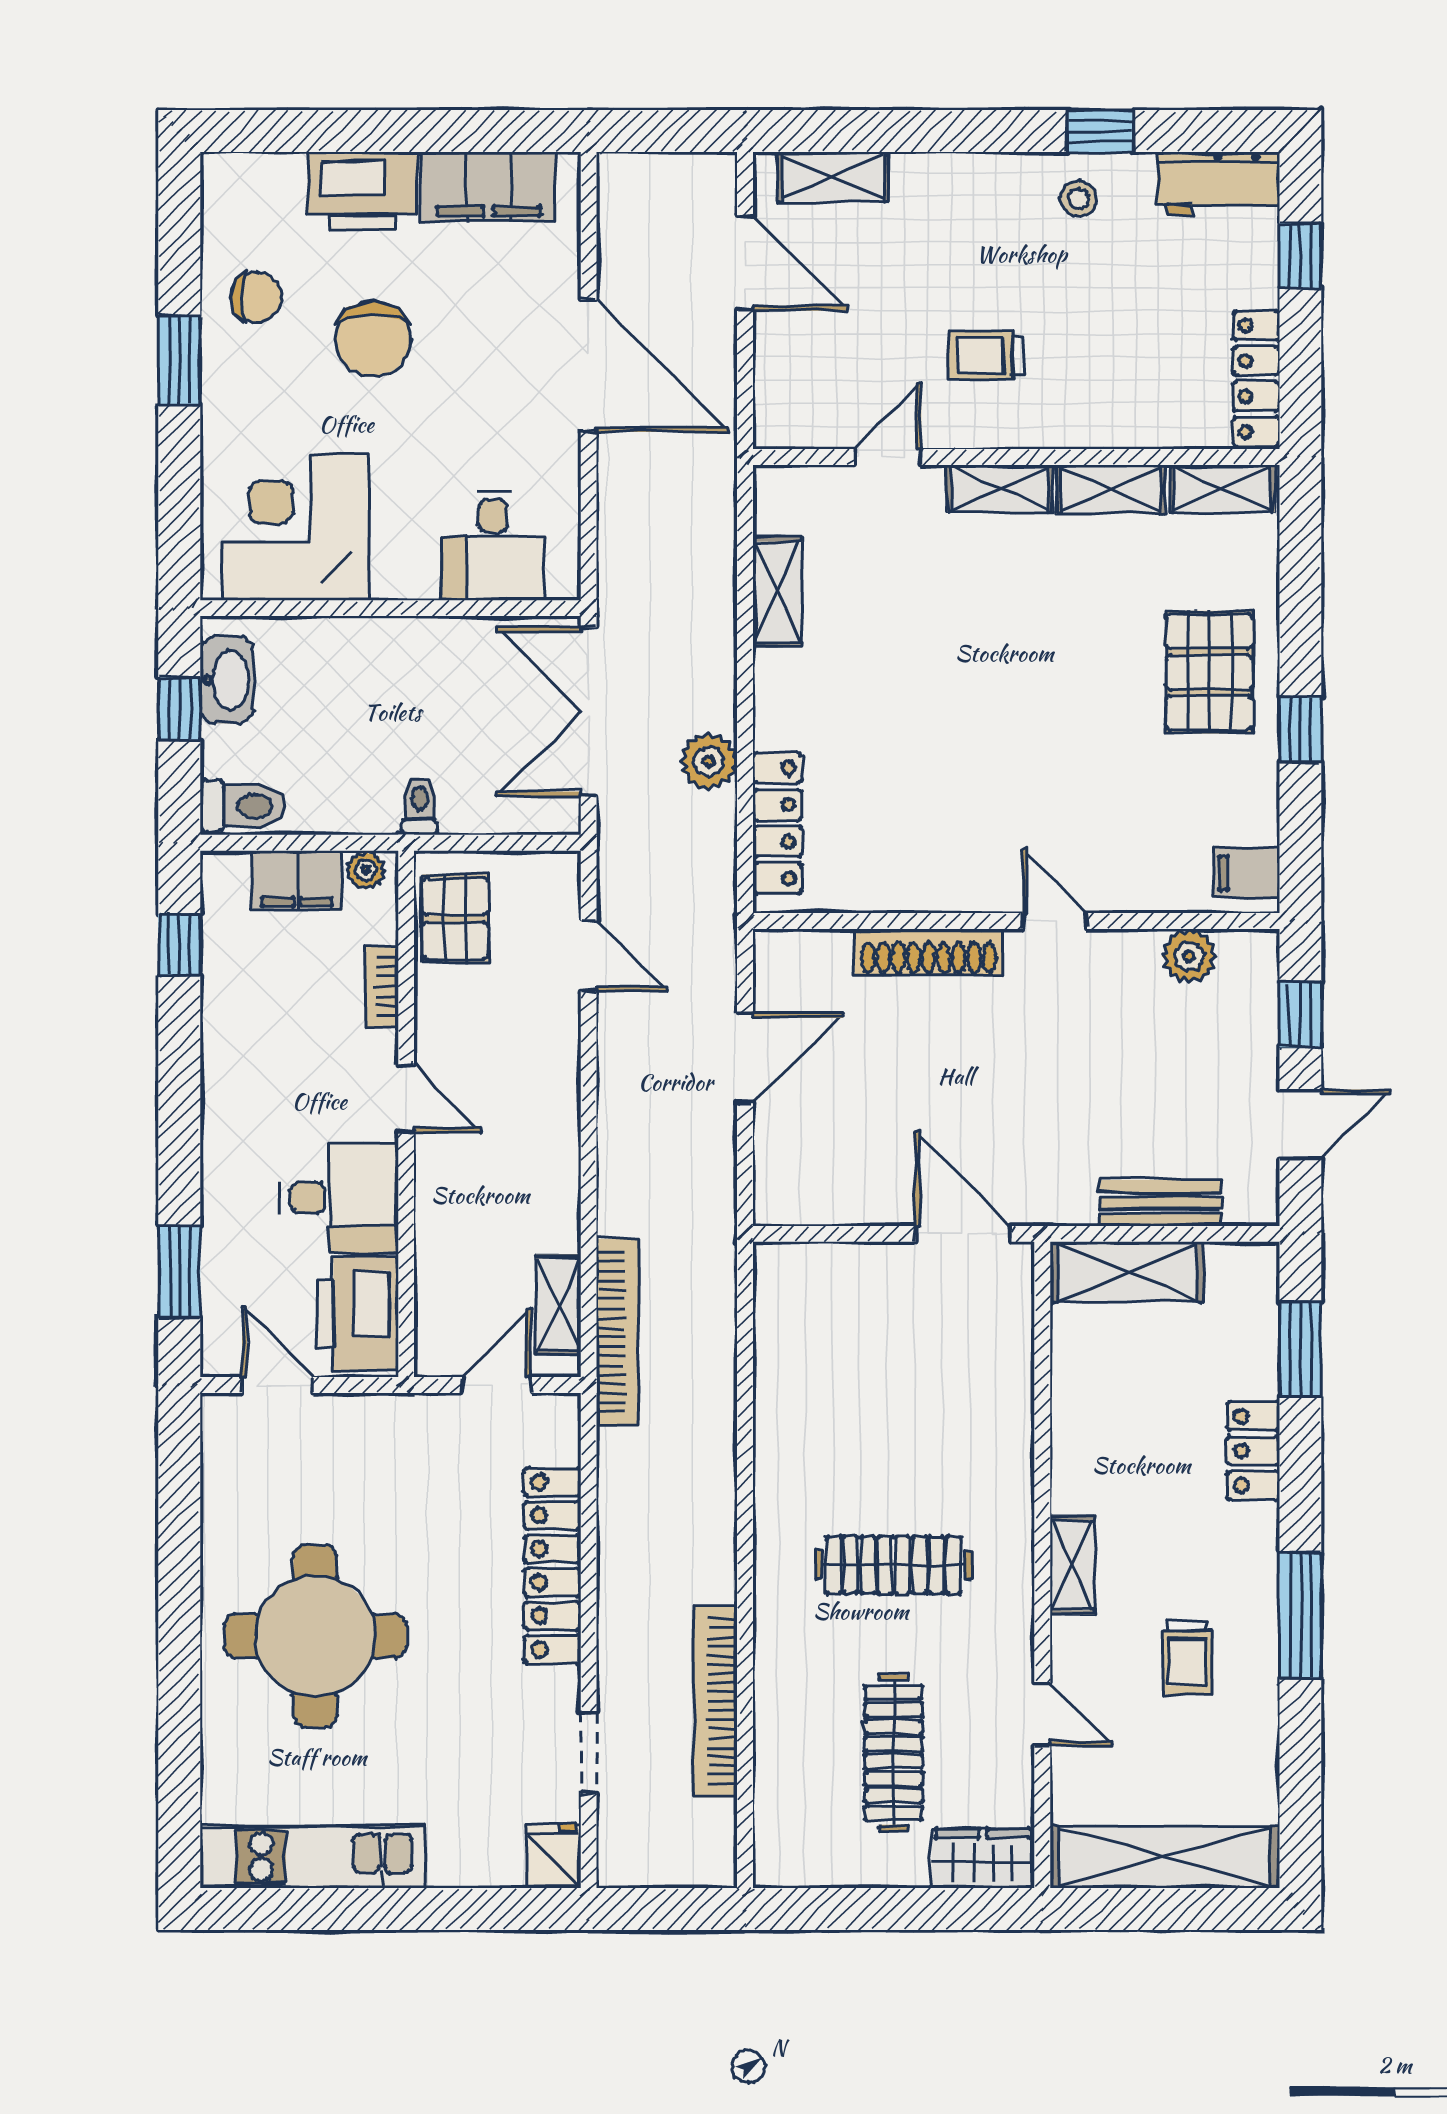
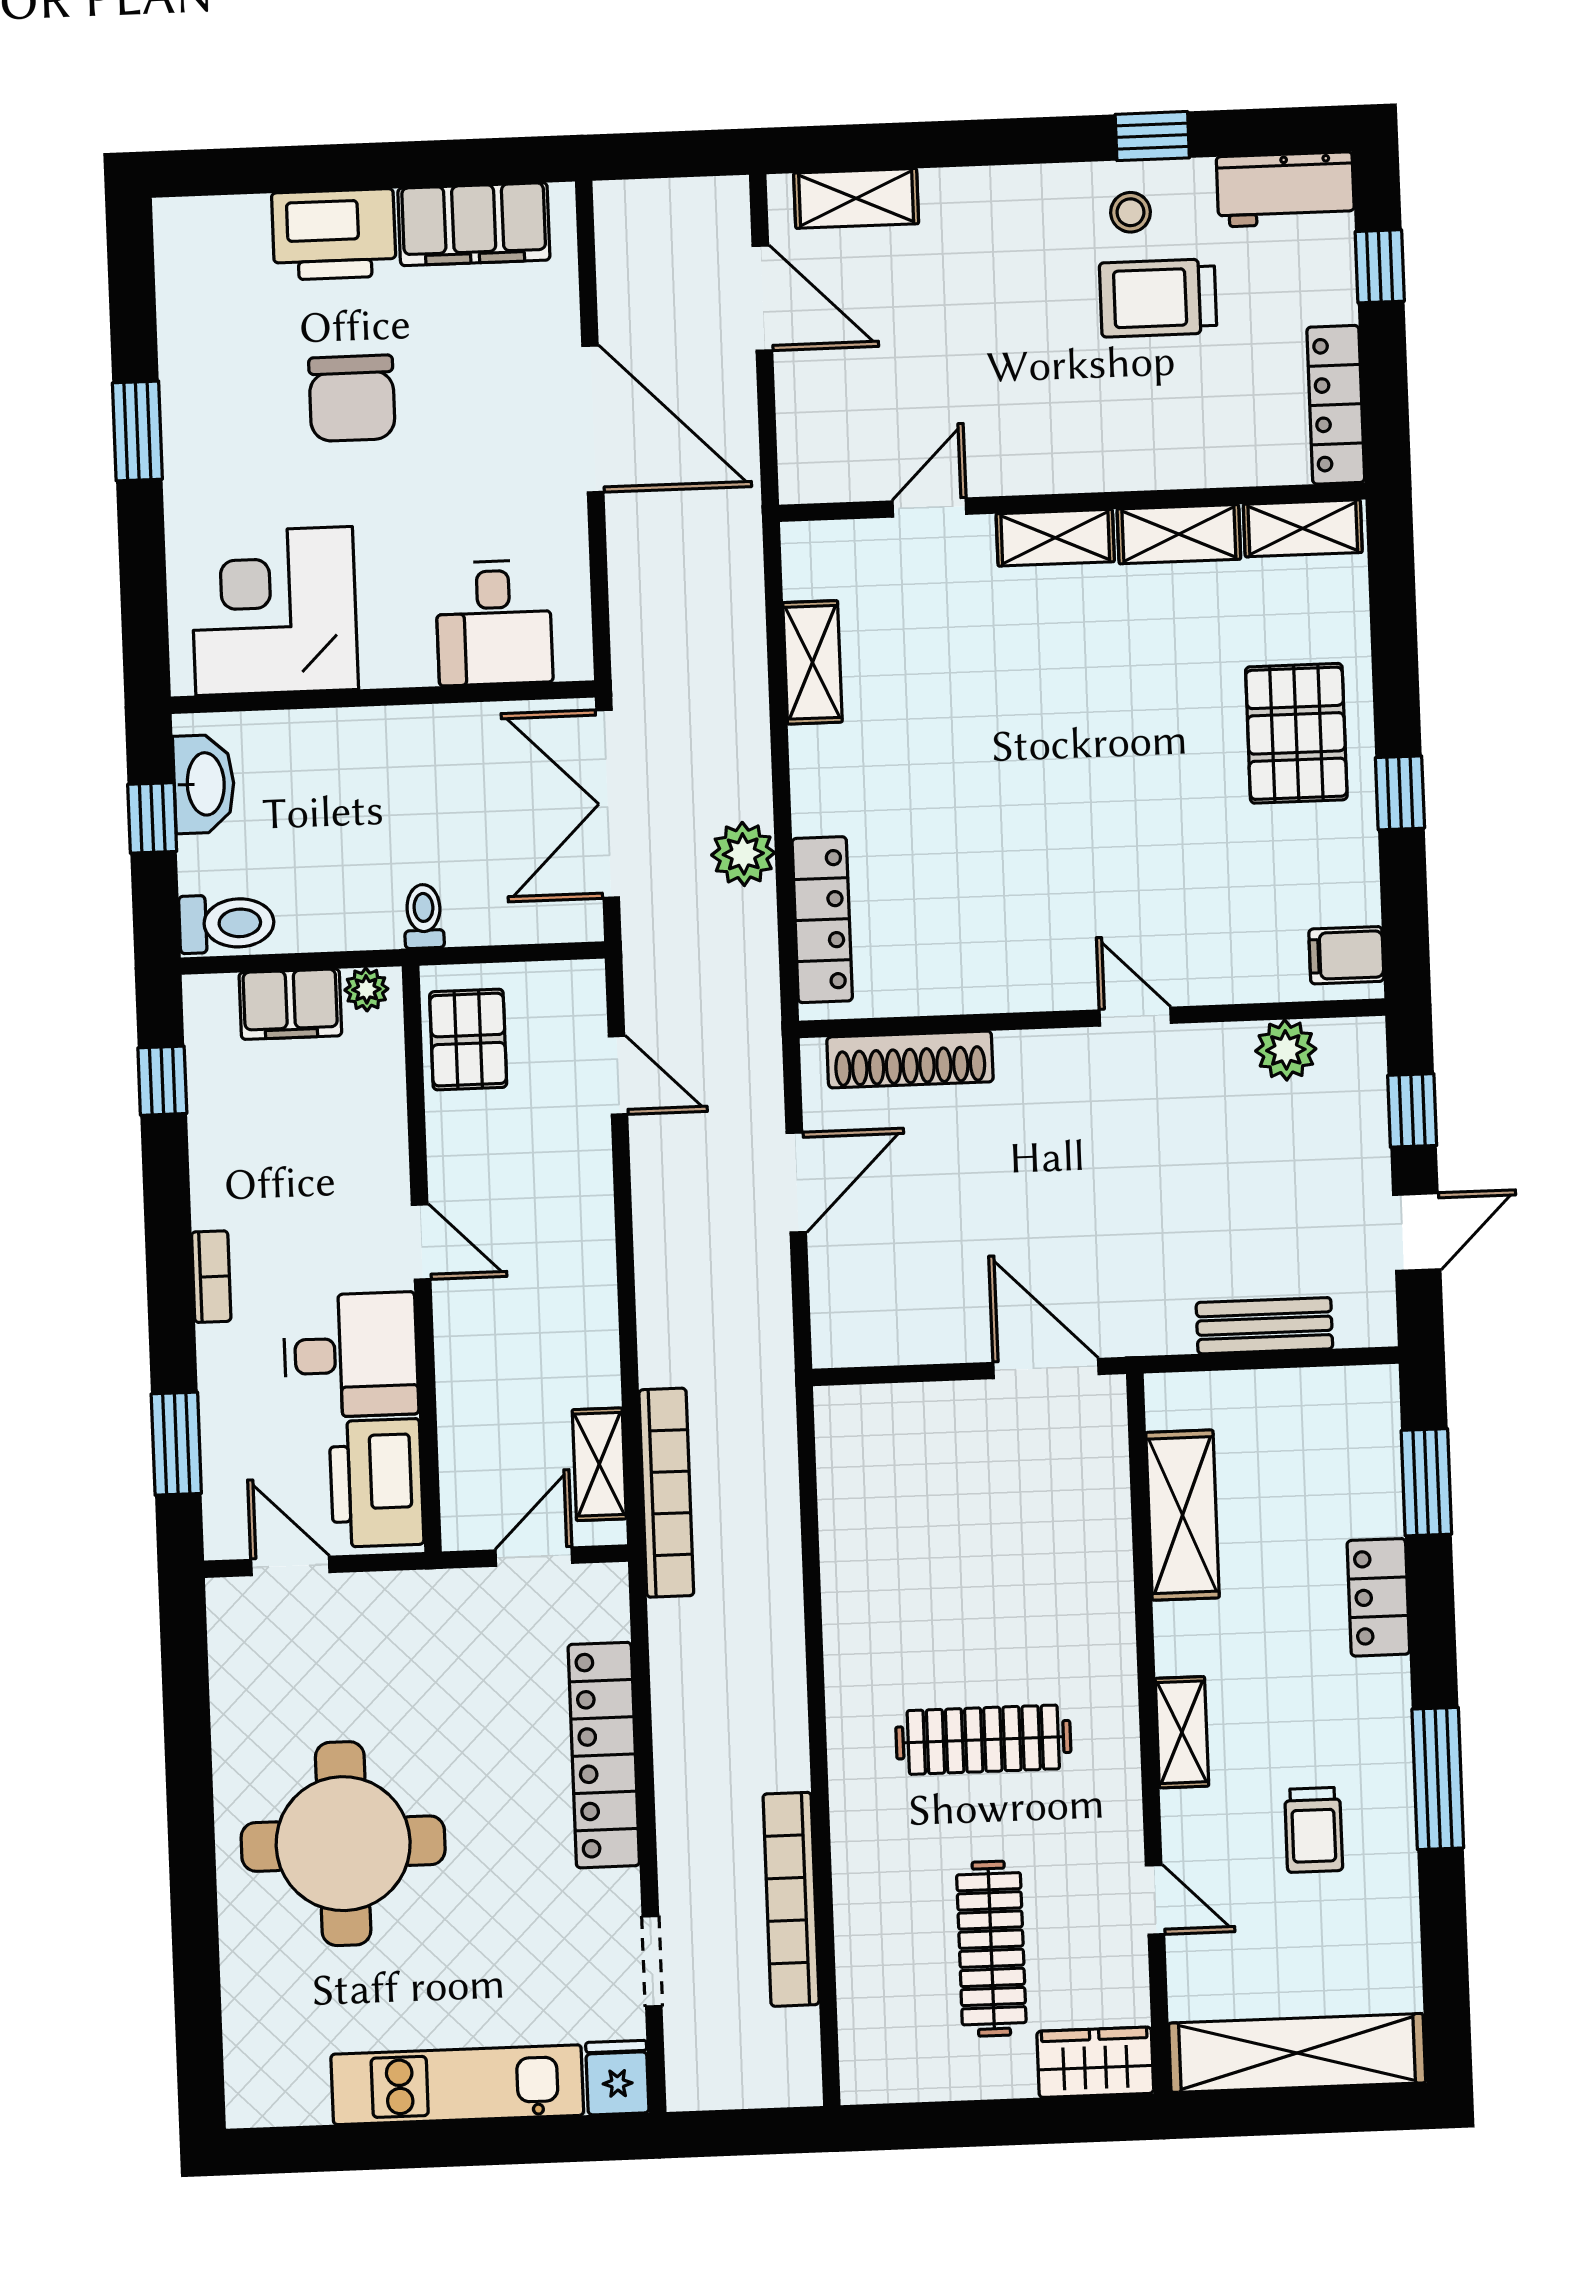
chair: (256, 297) -> (220, 357), removed
trolley: (985, 355) -> (1158, 298), moved, width x1.36, depth x1.39
shoe rack: (929, 952) -> (910, 1059), moved
bookcase: (382, 986) -> (211, 1277), moved, turned 180
shelving: (1128, 1272) -> (1183, 1515), moved, turned 90
kitchen unit: (313, 1856) -> (457, 2085), moved

